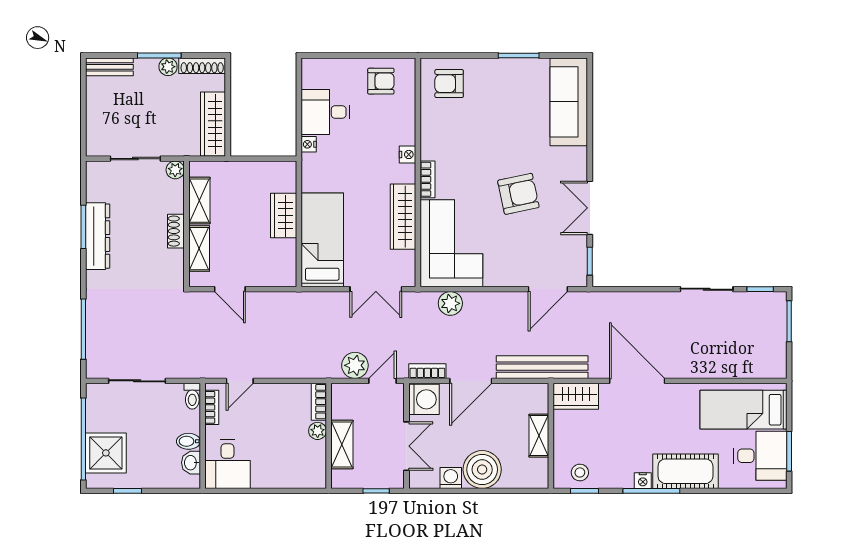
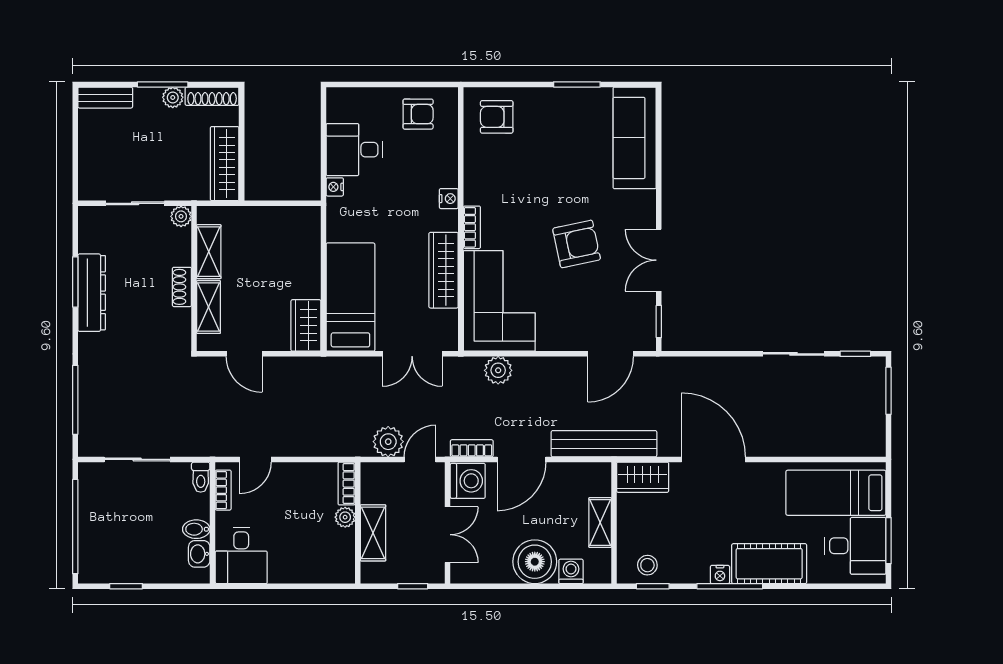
wardrobe: (284, 216) -> (306, 325), moved
shower: (106, 453) -> (101, 543), removed
washing machine: (451, 478) -> (571, 571), moved

